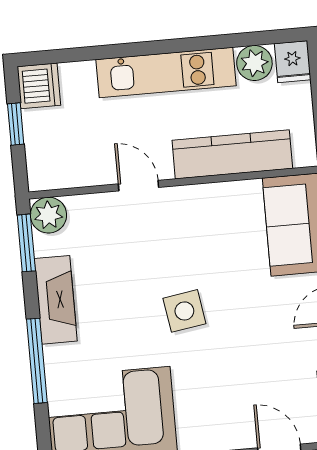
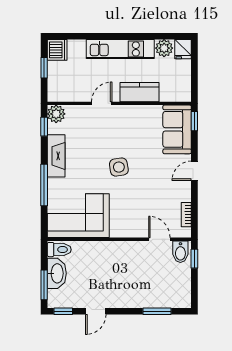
kitchen counter: (232, 154) -> (140, 92), width x0.67
door: (139, 186) -> (102, 103), hinge flipped
window: (26, 243) -> (44, 127), width x0.67

